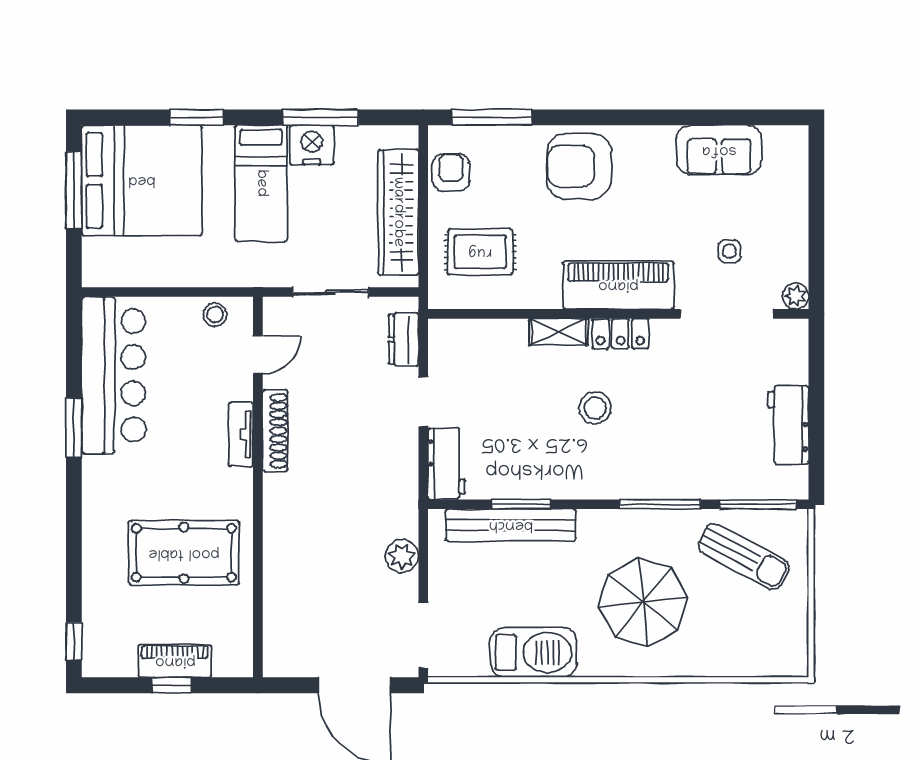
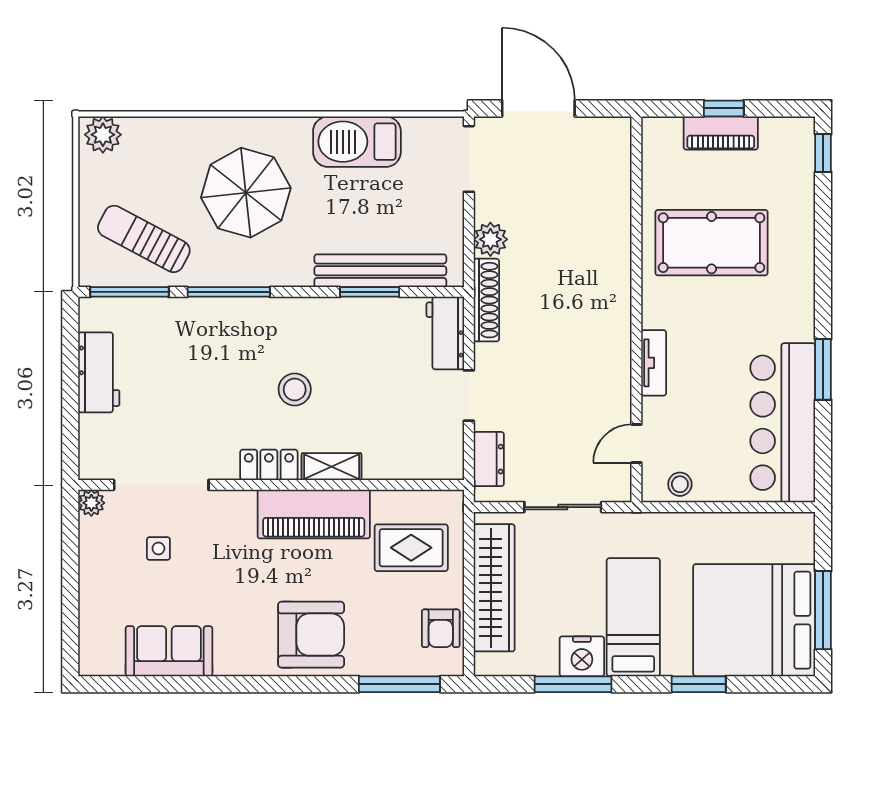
piano: (618, 285) -> (314, 514), moved
shoe rack: (275, 431) -> (486, 300), moved, turned 180
plant: (784, 659) -> (103, 135), added

